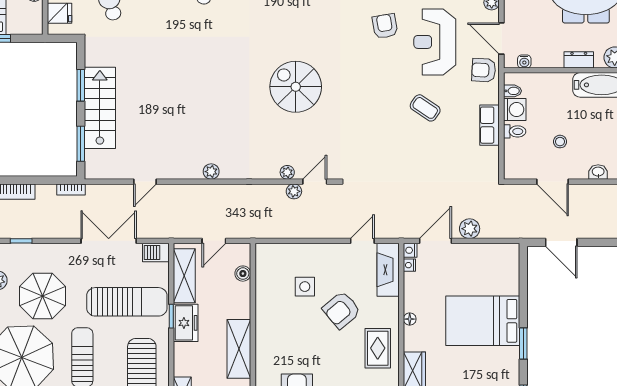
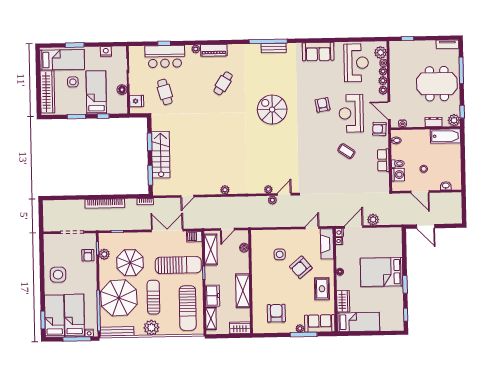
spiral stairs: (296, 87) -> (272, 110), moved
washing machine: (515, 110) -> (398, 175), moved
freezer: (186, 323) -> (212, 296), moved

